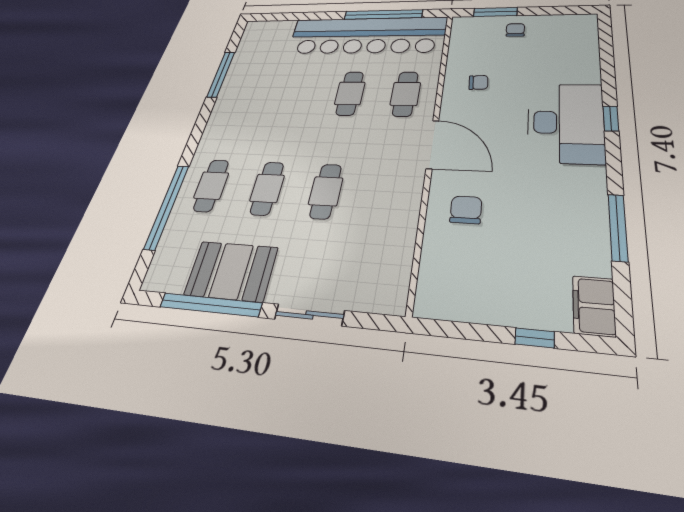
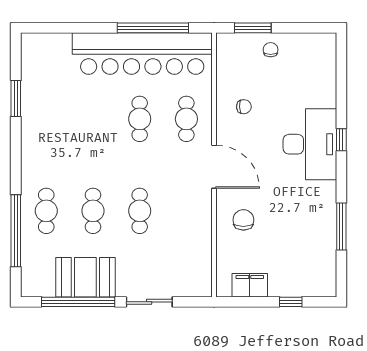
window: (221, 74) -> (16, 99), width x0.69
filing cabinet: (594, 306) -> (250, 285), moved, turned 90

